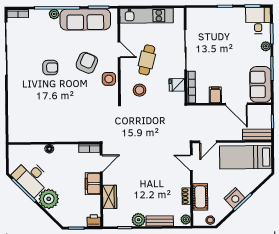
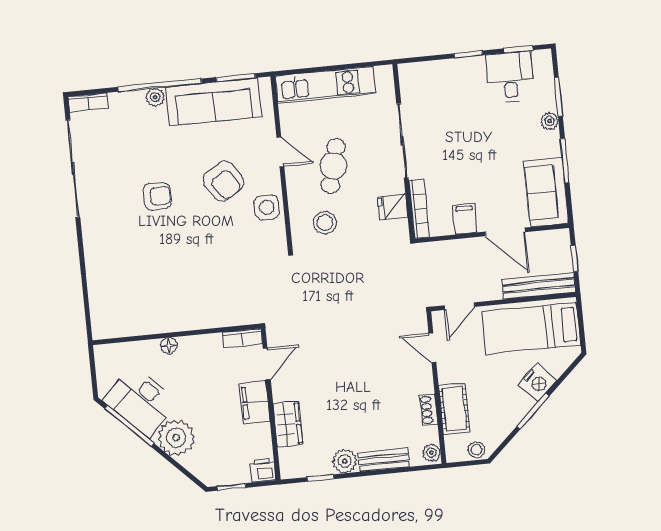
desk: (258, 20) -> (510, 77), moved
armchair: (87, 63) -> (223, 181), turned 123
bench: (257, 135) -> (539, 286), width x1.36
nightstand: (235, 198) -> (537, 383), moved

